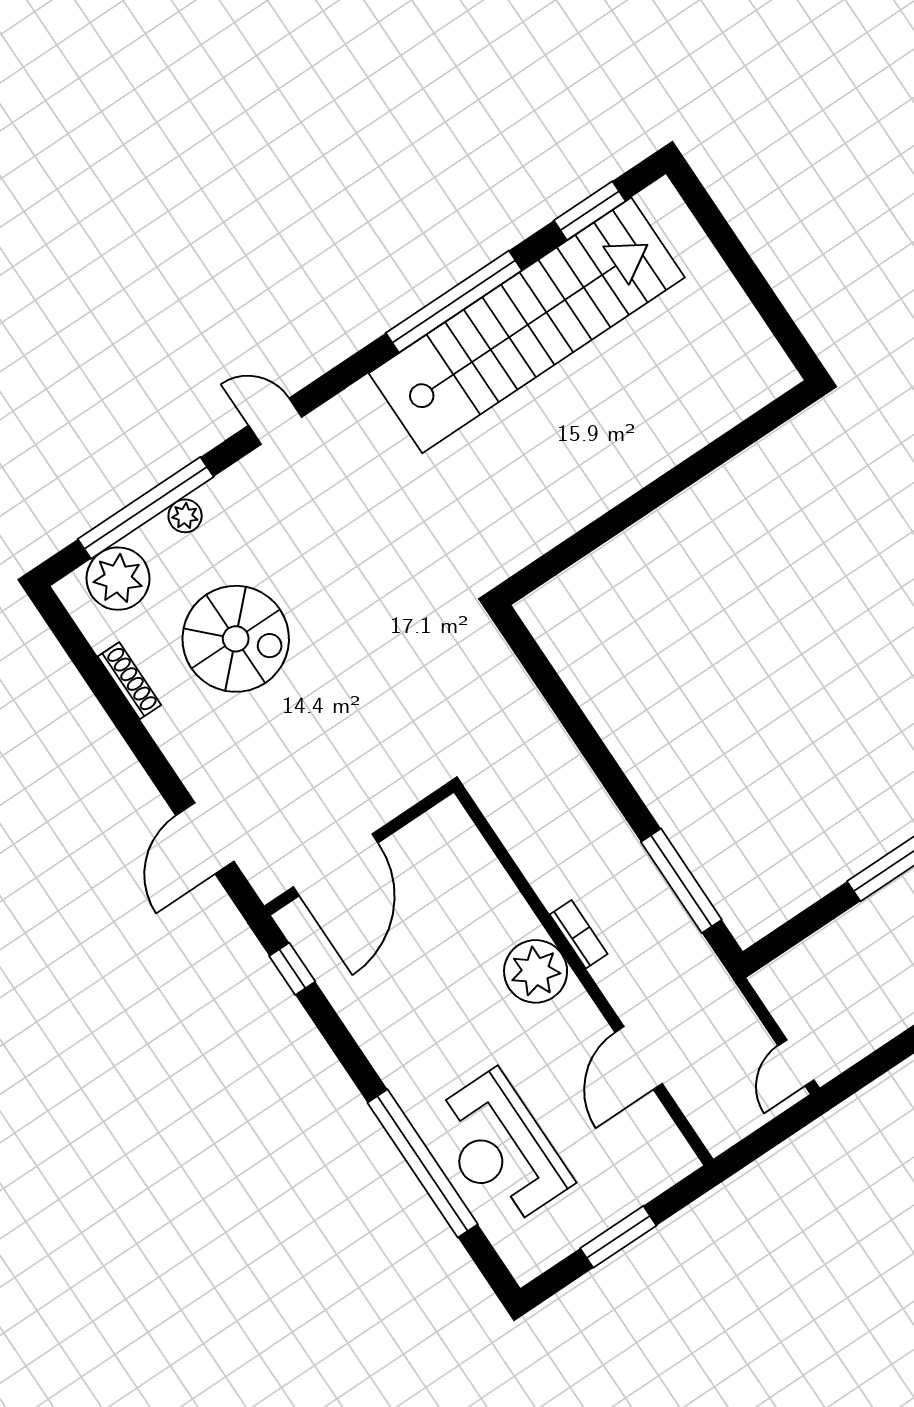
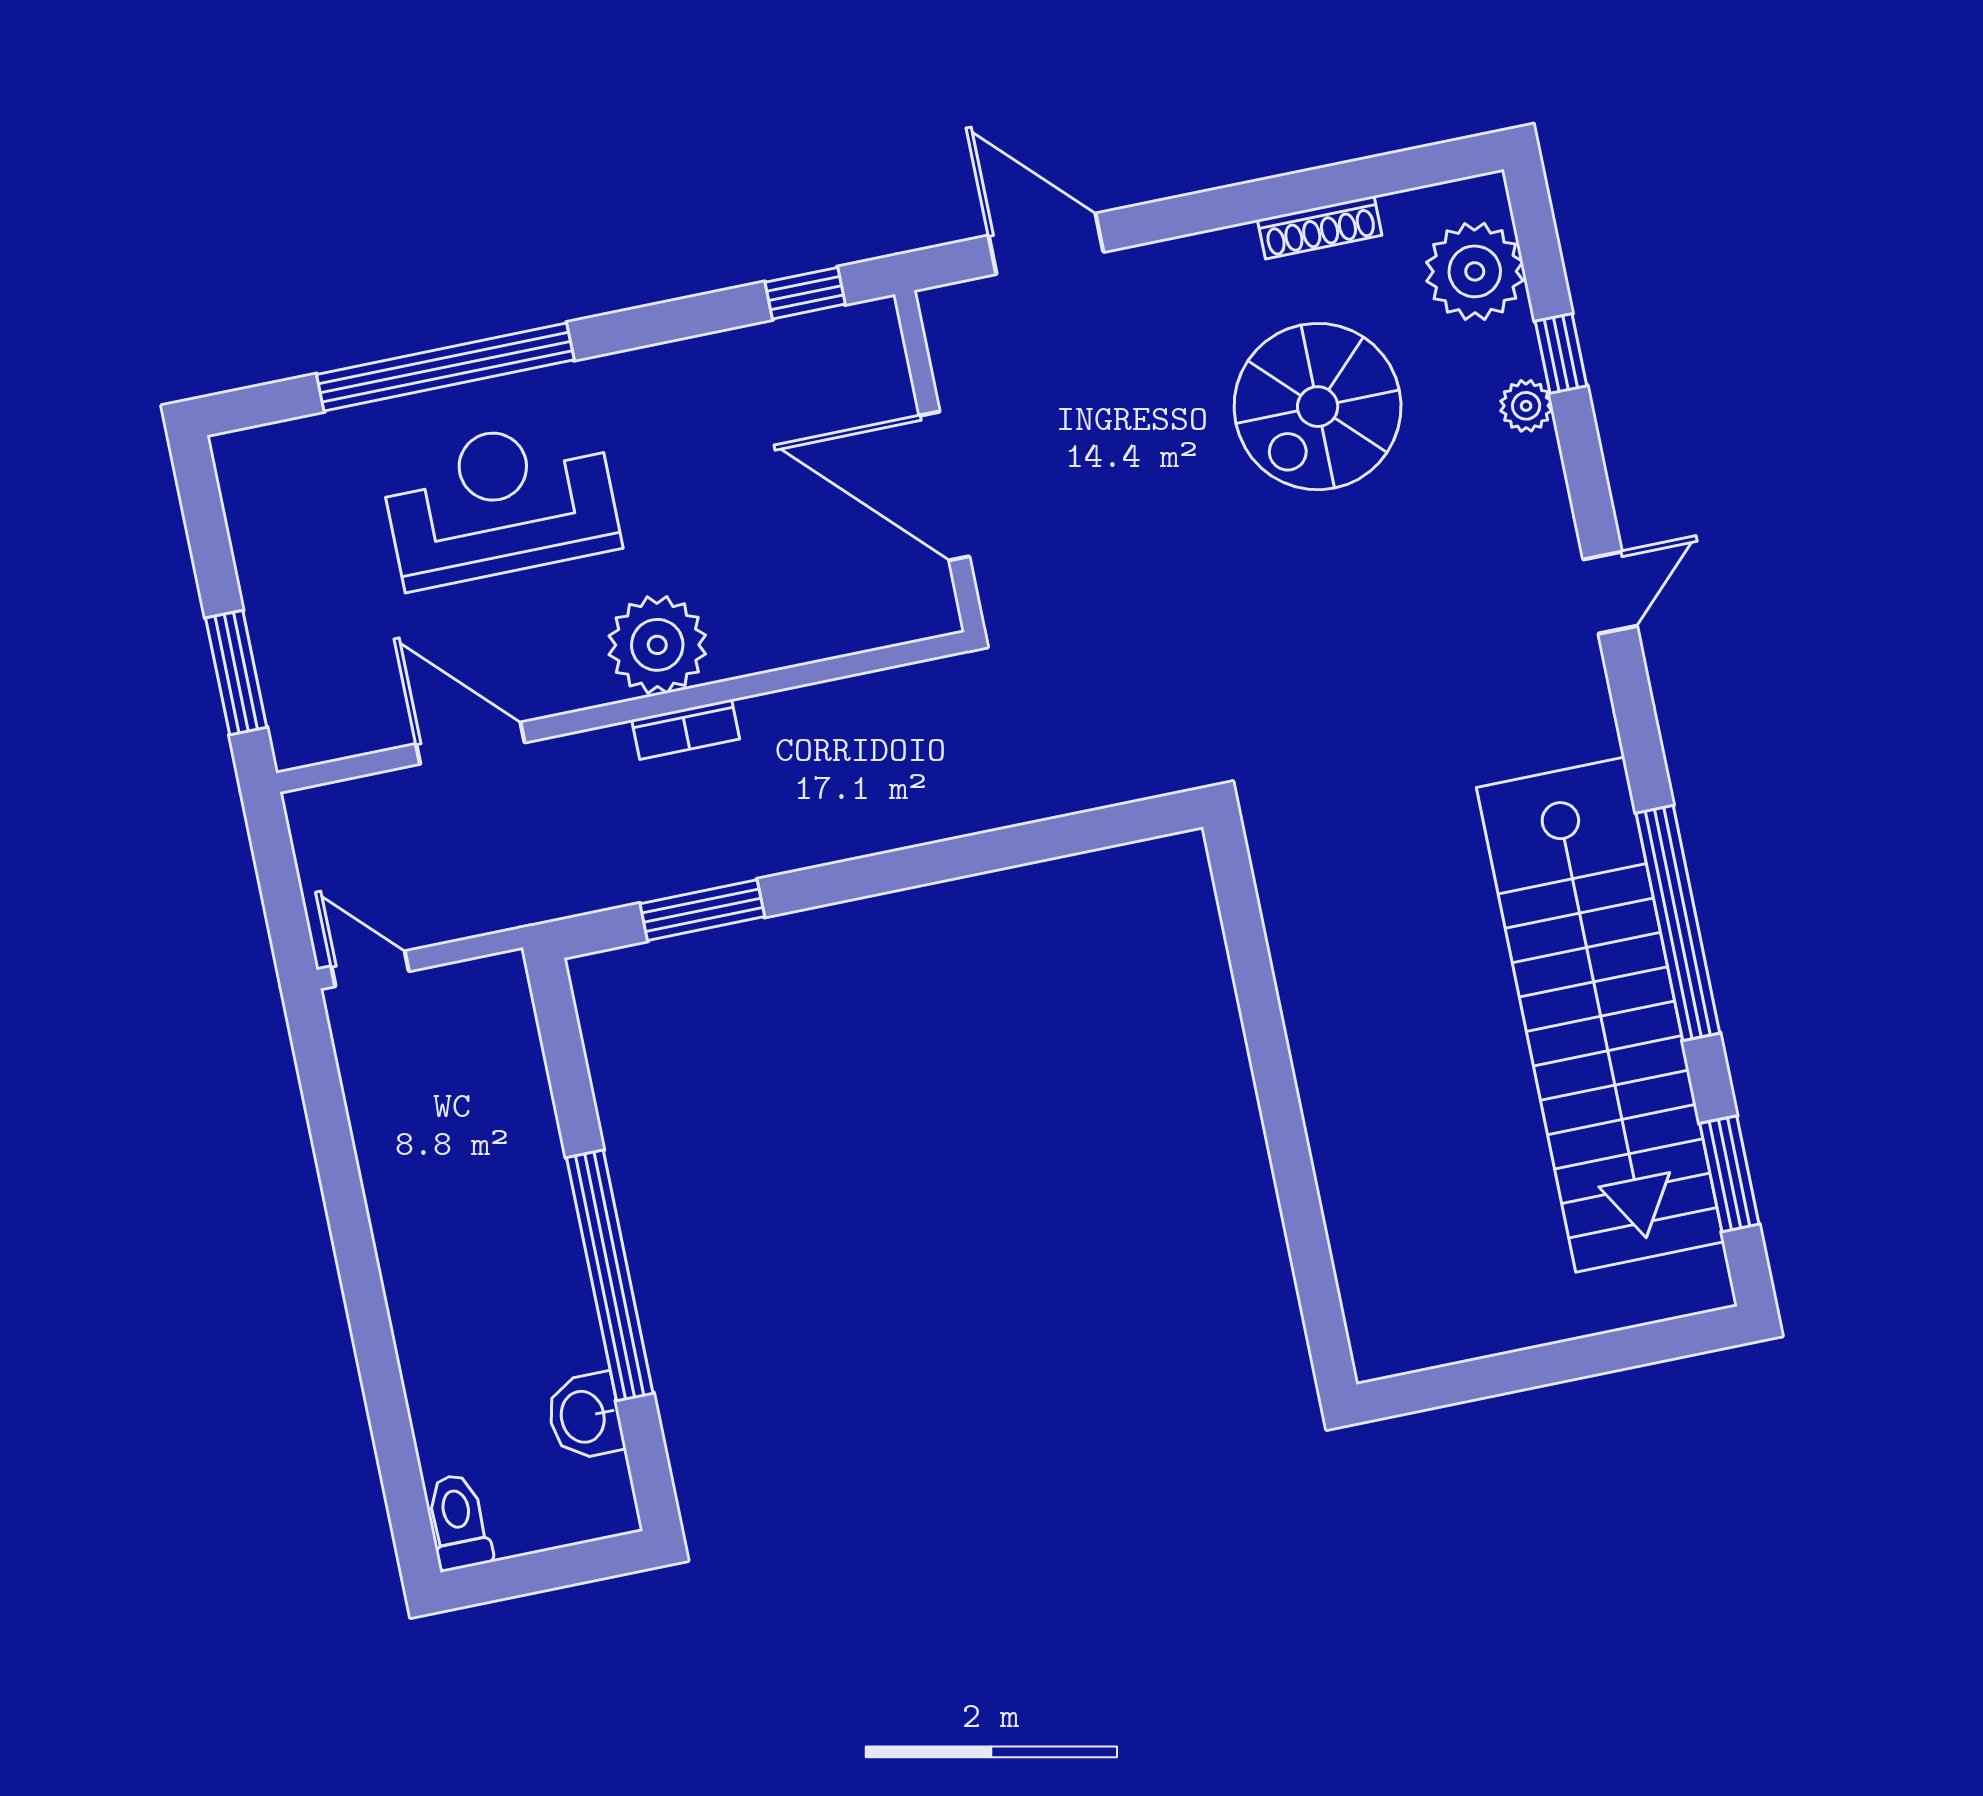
window: (146, 508) -> (1561, 353), width x0.32
door: (336, 865) -> (944, 486), moved
window: (681, 881) -> (702, 910), width x0.69
reception desk: (500, 1149) -> (500, 502), moved
window: (618, 1237) -> (236, 673), moved

